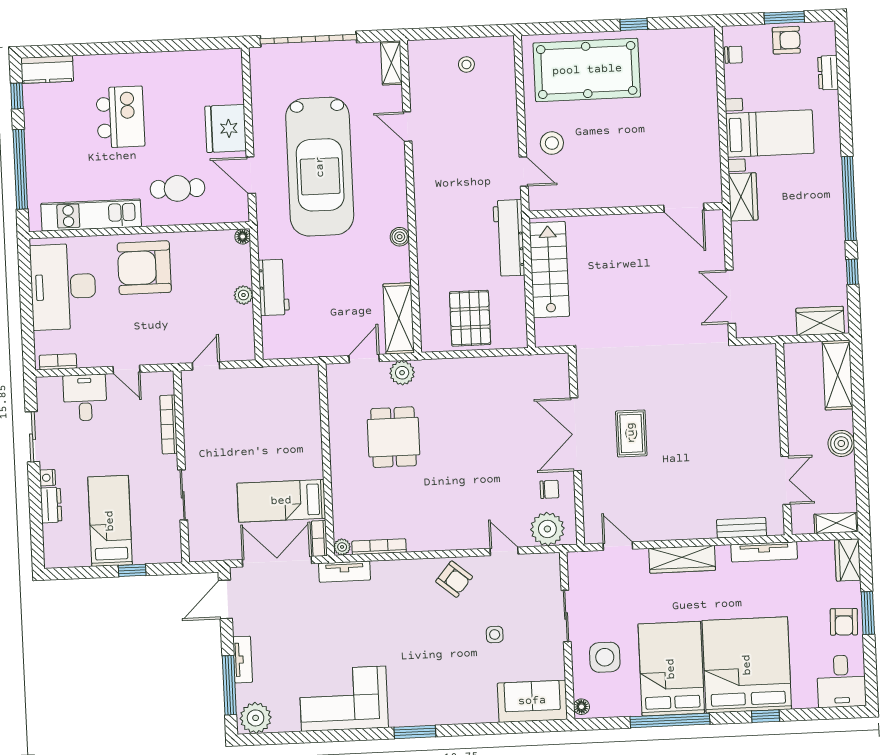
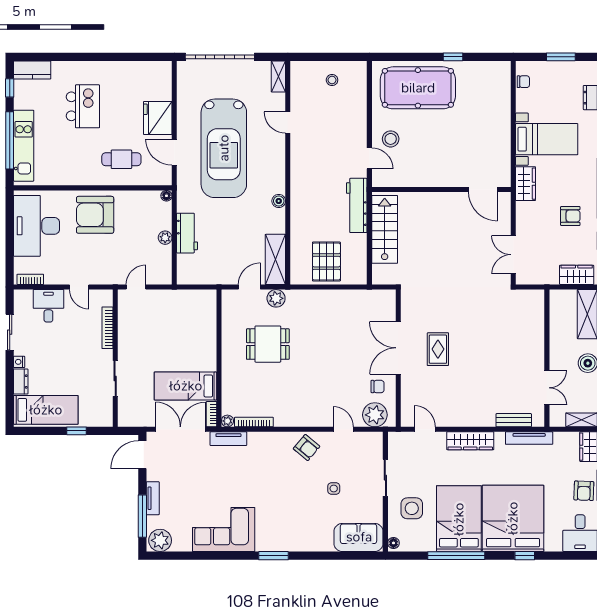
armchair: (786, 40) -> (570, 216), moved
kitchen unit: (91, 215) -> (24, 146), moved, turned 90
dining table: (394, 437) -> (268, 344), turned 90
bed: (110, 521) -> (46, 410), moved, turned 90

